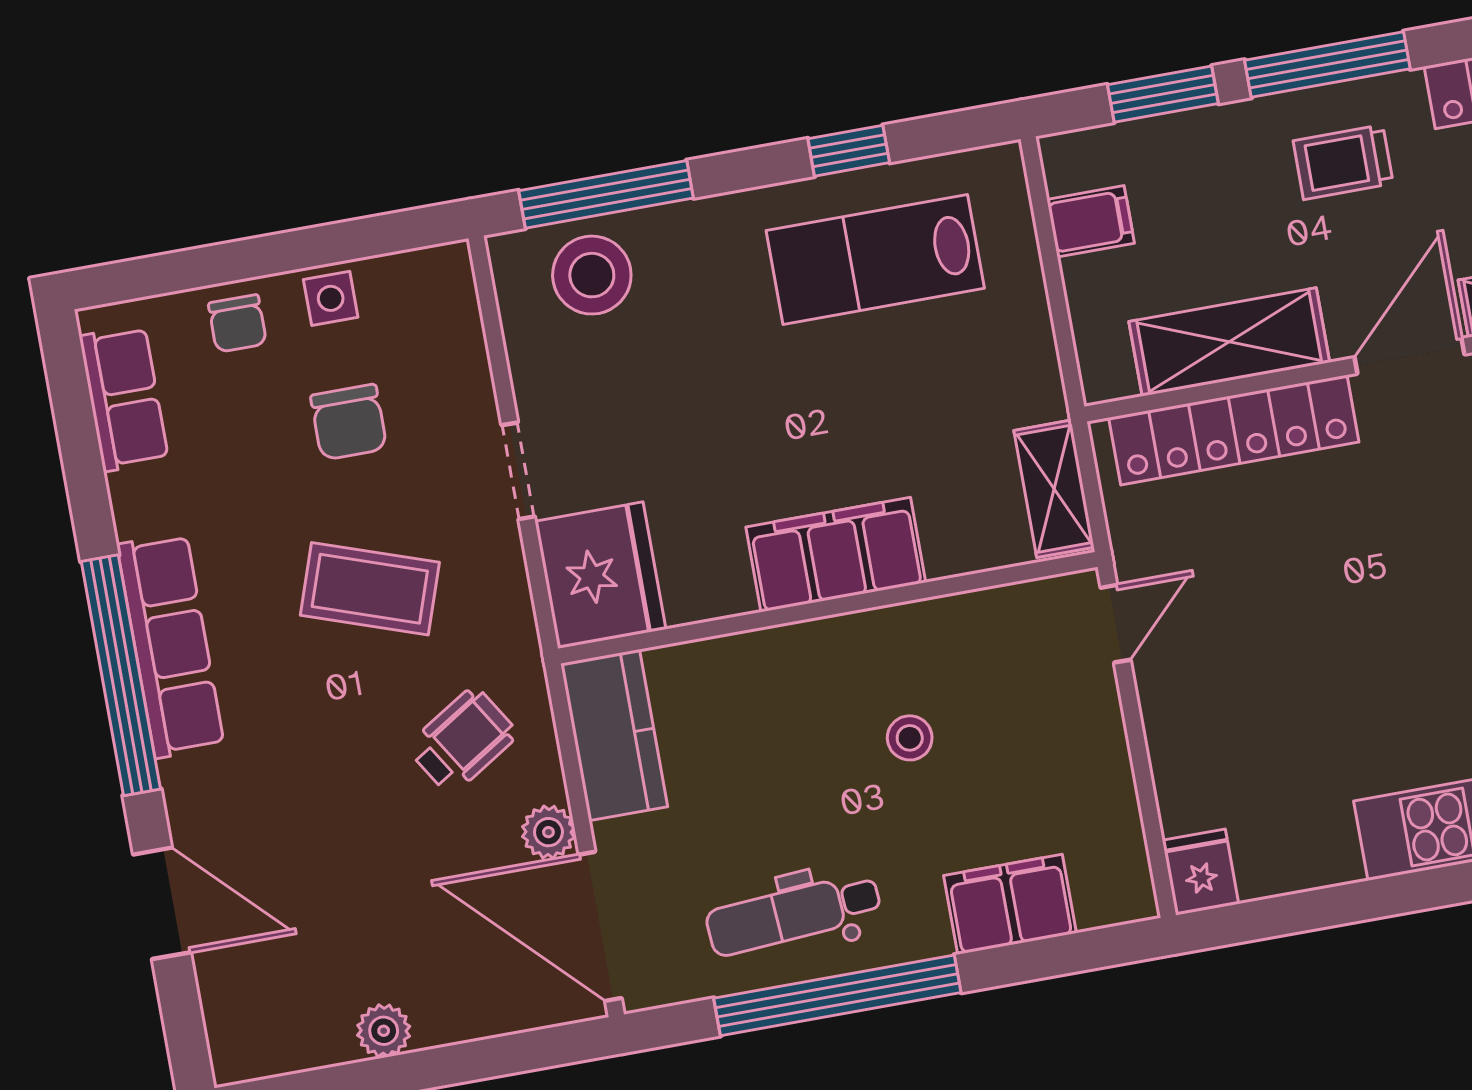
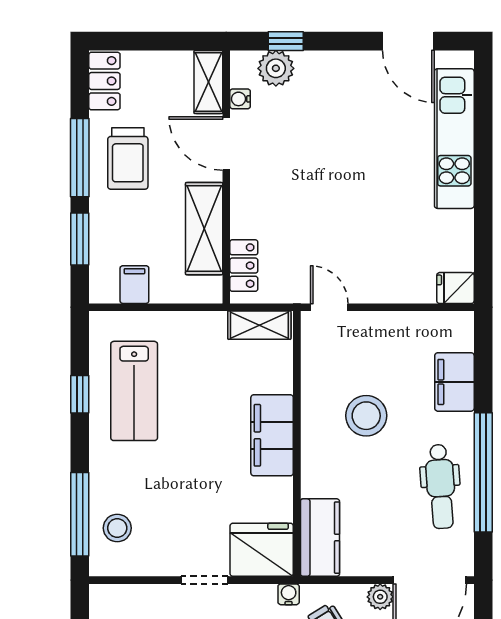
trolley: (1343, 162) -> (128, 159), width x1.36, depth x1.39
stool: (592, 275) -> (117, 528), width x0.73, depth x0.73
locker: (1234, 430) -> (244, 266), width x0.46, depth x0.83
water cooler: (520, 646) -> (289, 594), added
kitchen counter: (614, 735) -> (320, 538), moved, turned 90
stool: (910, 738) -> (366, 416), width x1.89, depth x1.89

